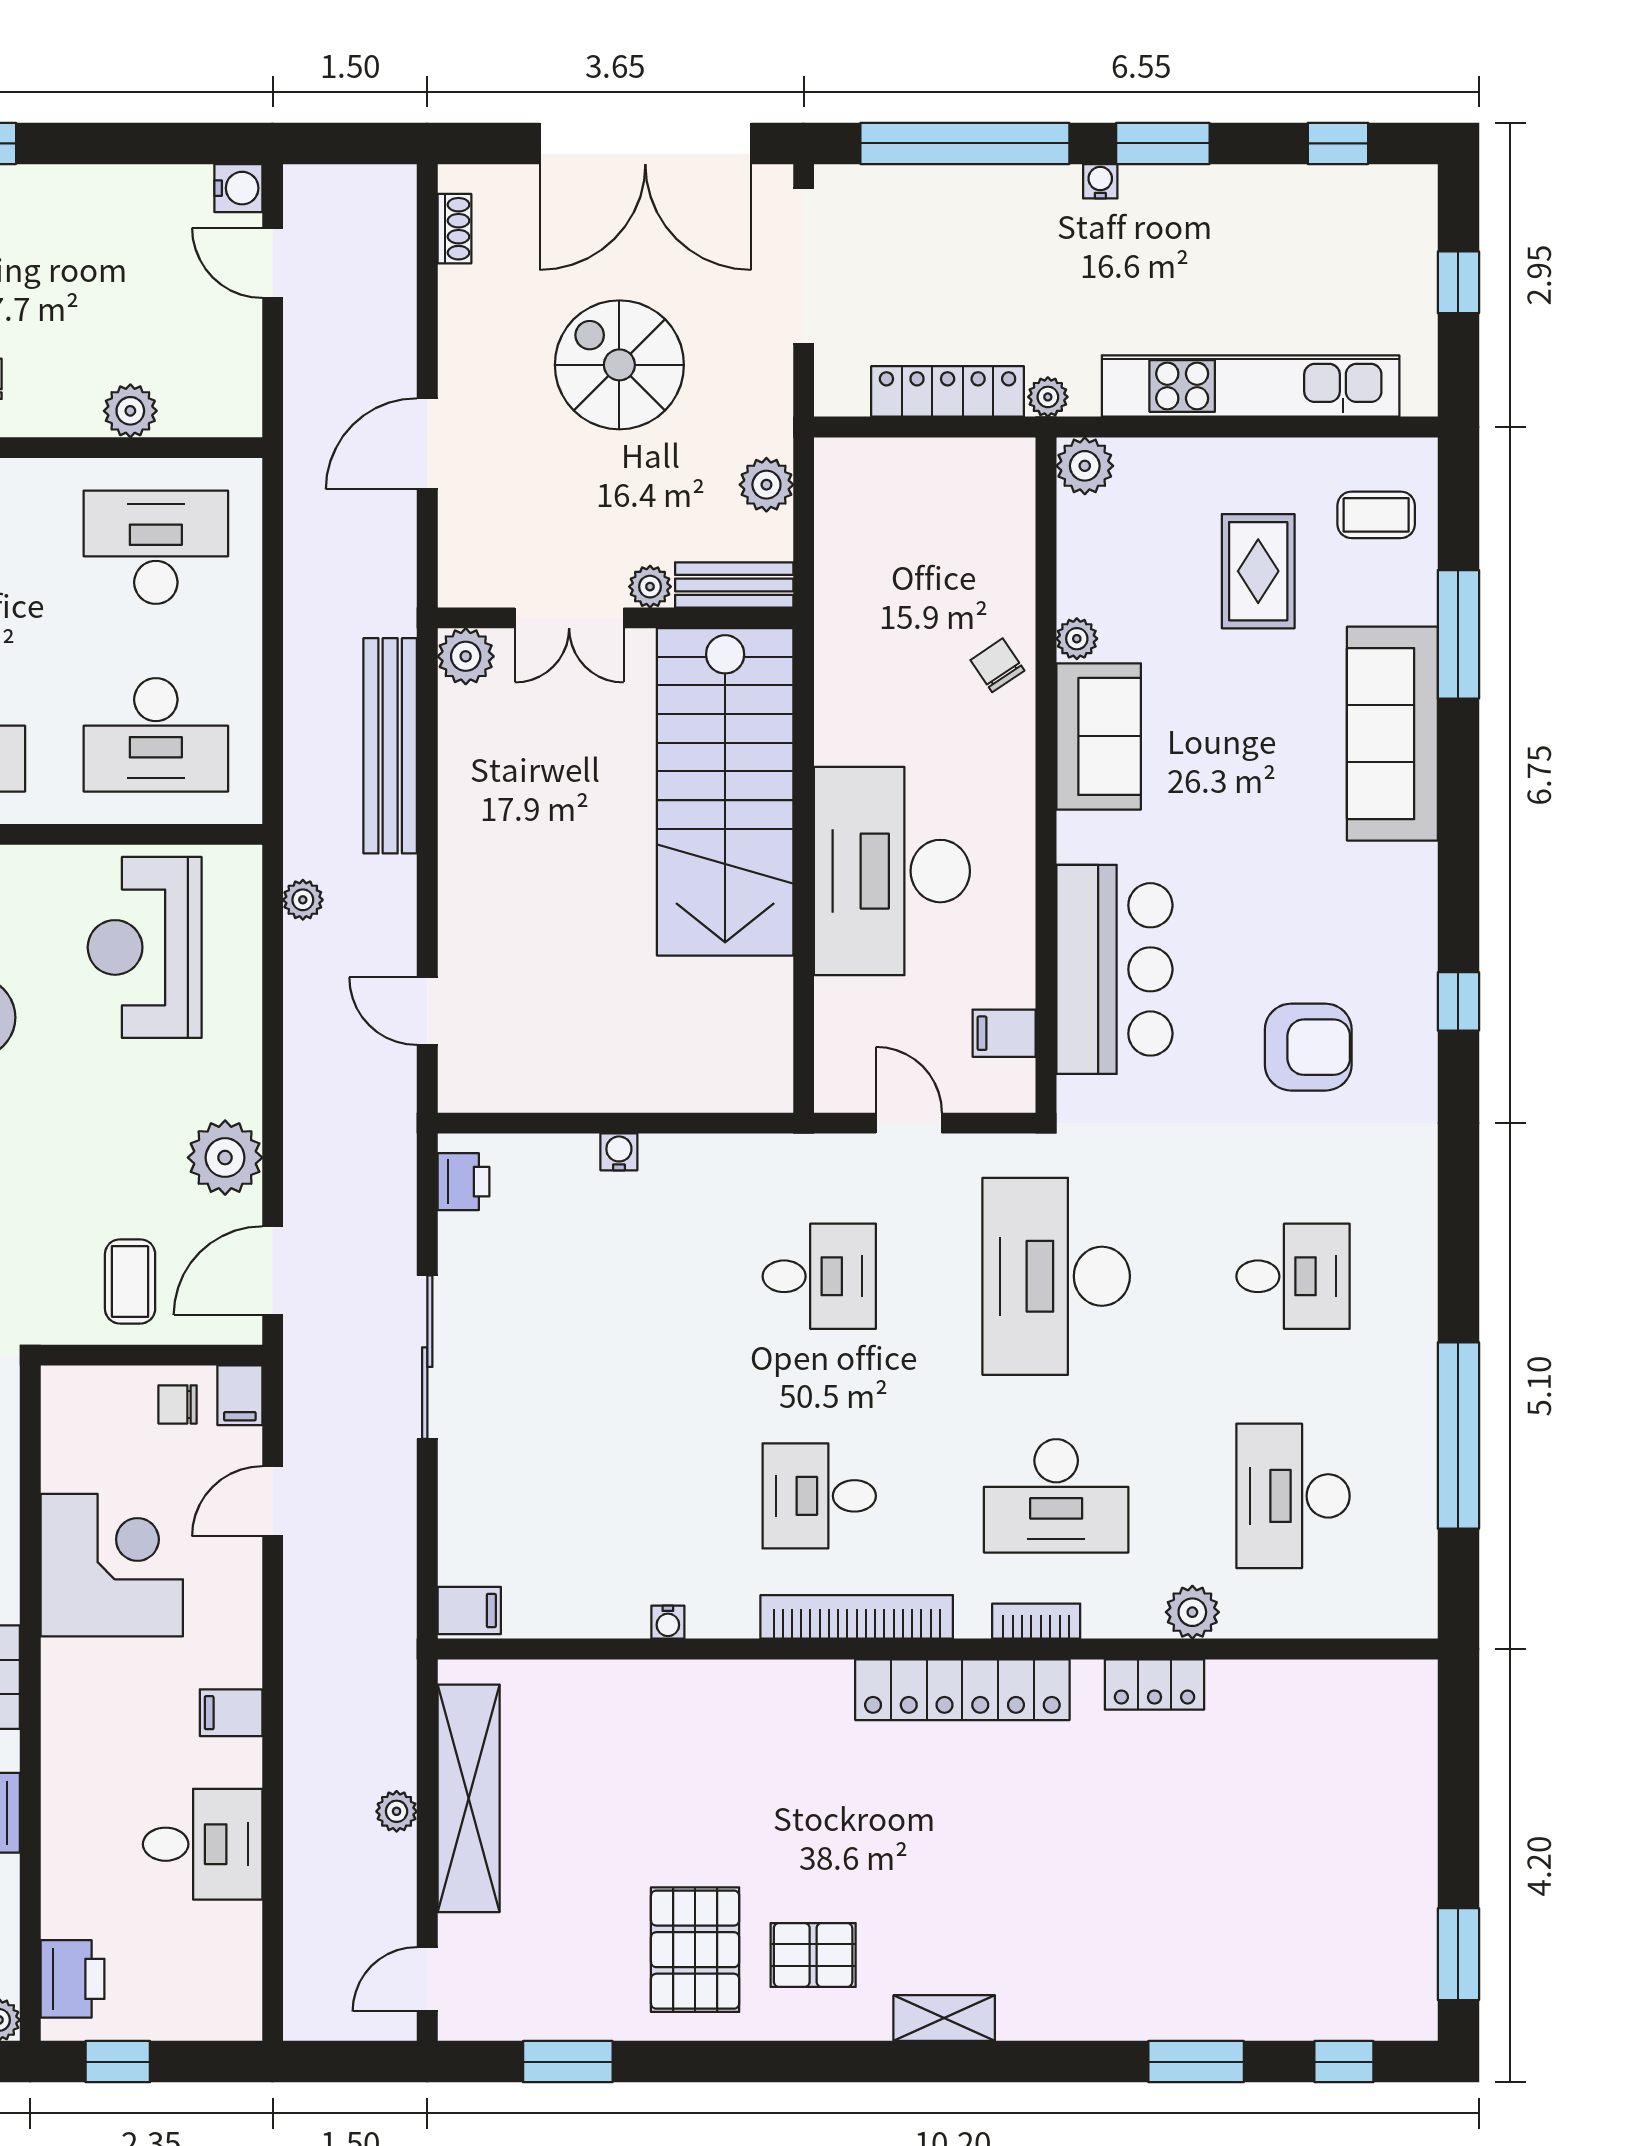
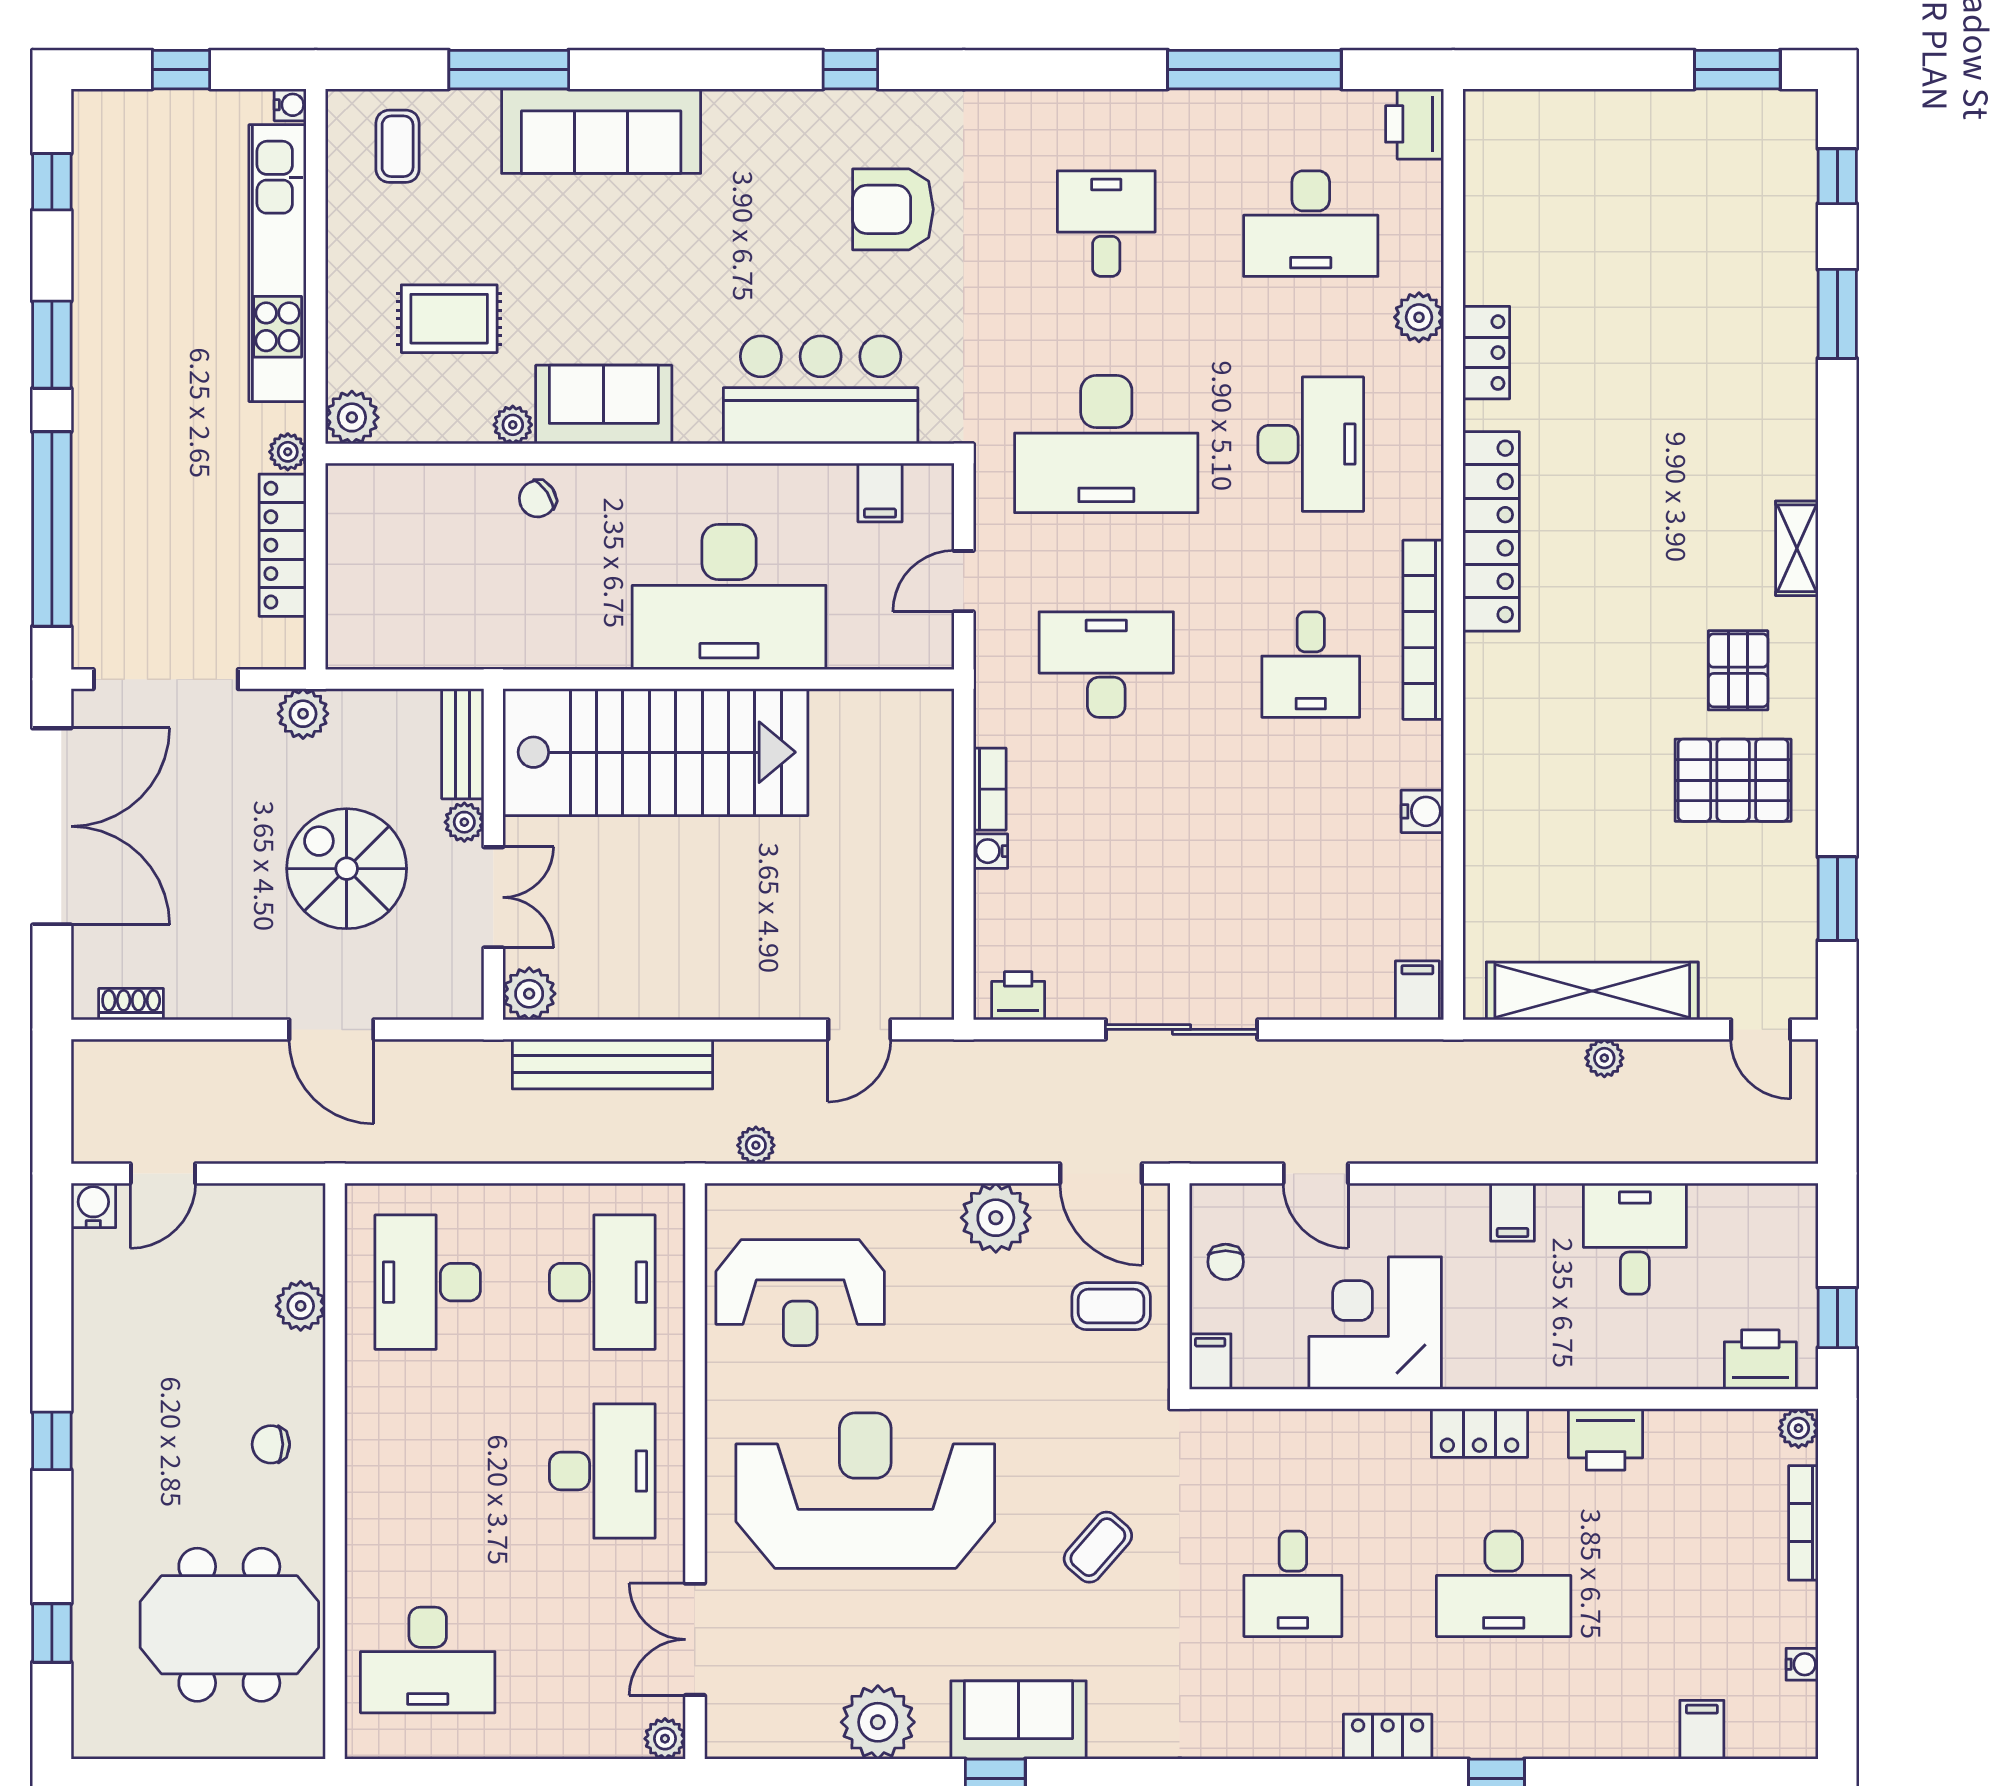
water cooler: (1100, 181) -> (290, 105), moved, turned 180
spiral stairs: (619, 365) -> (347, 869), moved, turned 90
plant: (766, 485) -> (303, 714), moved
rug: (1258, 571) -> (449, 319), moved
armchair: (1308, 1047) -> (893, 209), turned -90
desk: (819, 1276) -> (1106, 665), width x1.37
filing cabinet: (240, 1395) -> (1210, 1362), moved, turned -90
printer: (1400, 1608) -> (1415, 124), added
bookcase: (1036, 1621) -> (990, 789), moved, turned 180
water cooler: (668, 1622) -> (1422, 811), width x1.38, depth x1.38

